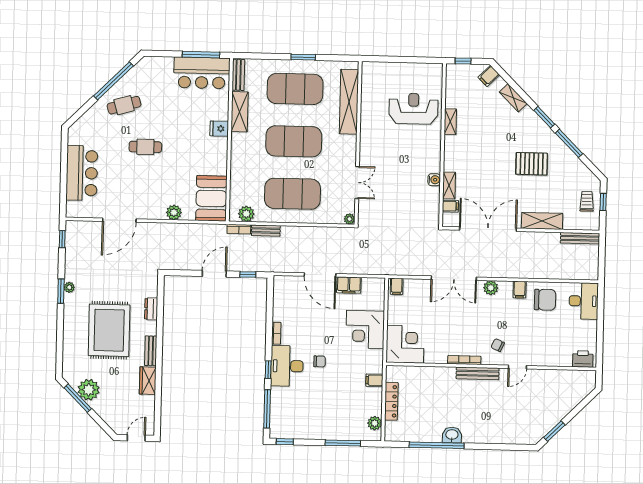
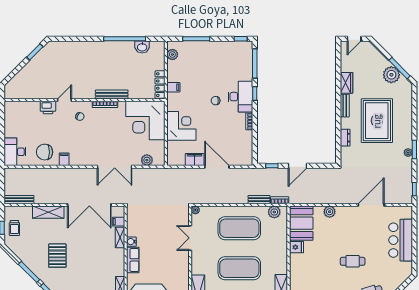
fridge: (219, 129) -> (297, 247), moved
row of seats: (433, 156) -> (133, 260), added
pallet: (532, 164) -> (57, 256), turned 90
double door: (454, 278) -> (115, 167), swing flipped
filing cabinet: (397, 286) -> (158, 159), removed
plant: (491, 288) -> (147, 160), moved
corner desk: (405, 344) -> (145, 121), width x1.36, depth x1.36
printer: (583, 359) -> (48, 107), moved
bench: (478, 373) -> (112, 95), moved
locker: (391, 401) -> (160, 85), moved
washbasin: (452, 435) -> (142, 47), moved

